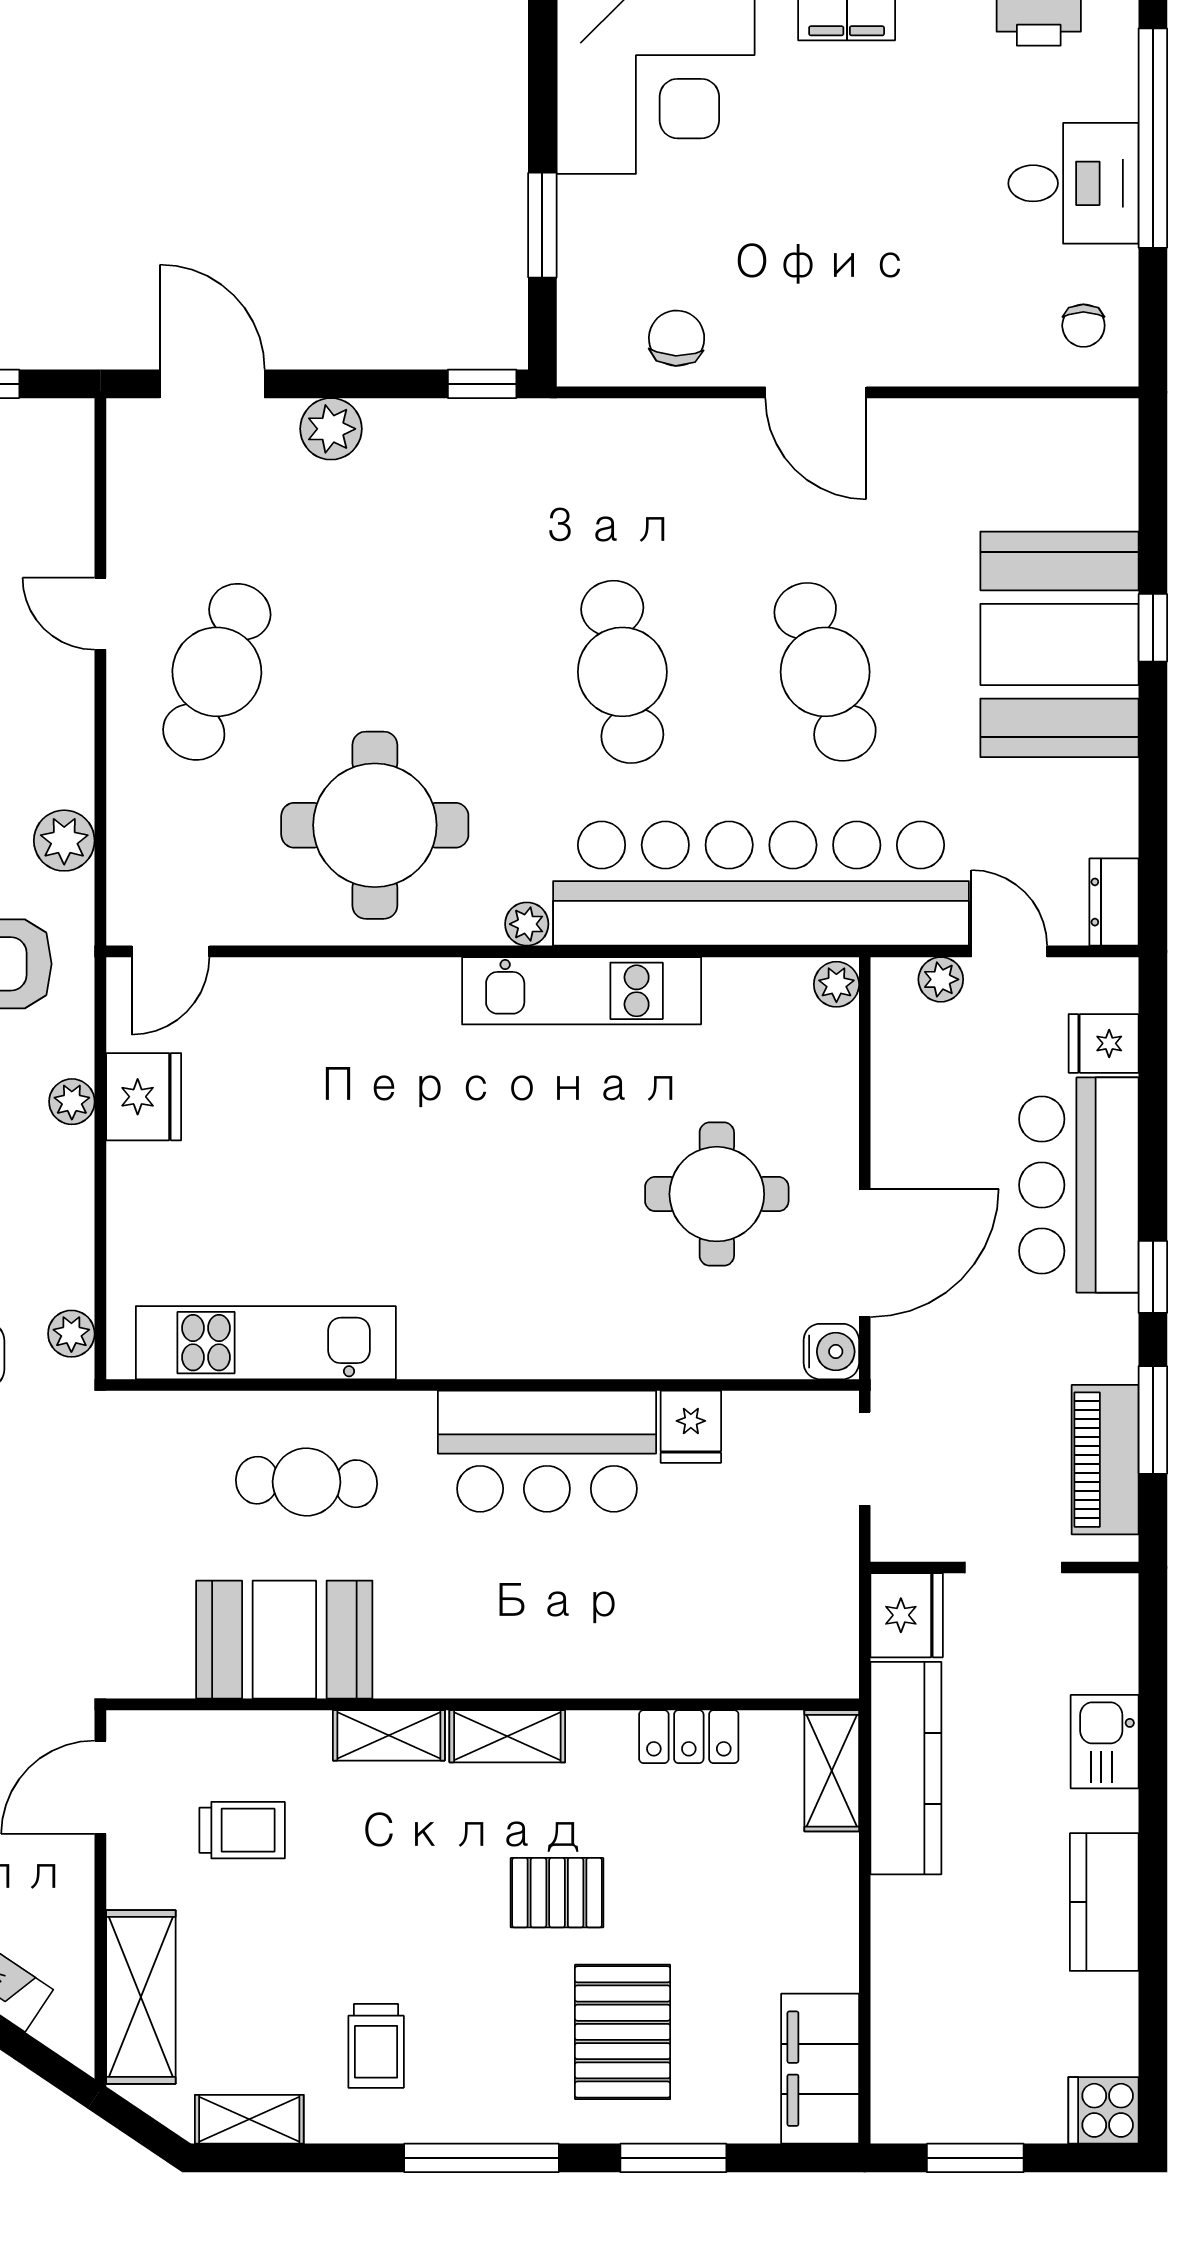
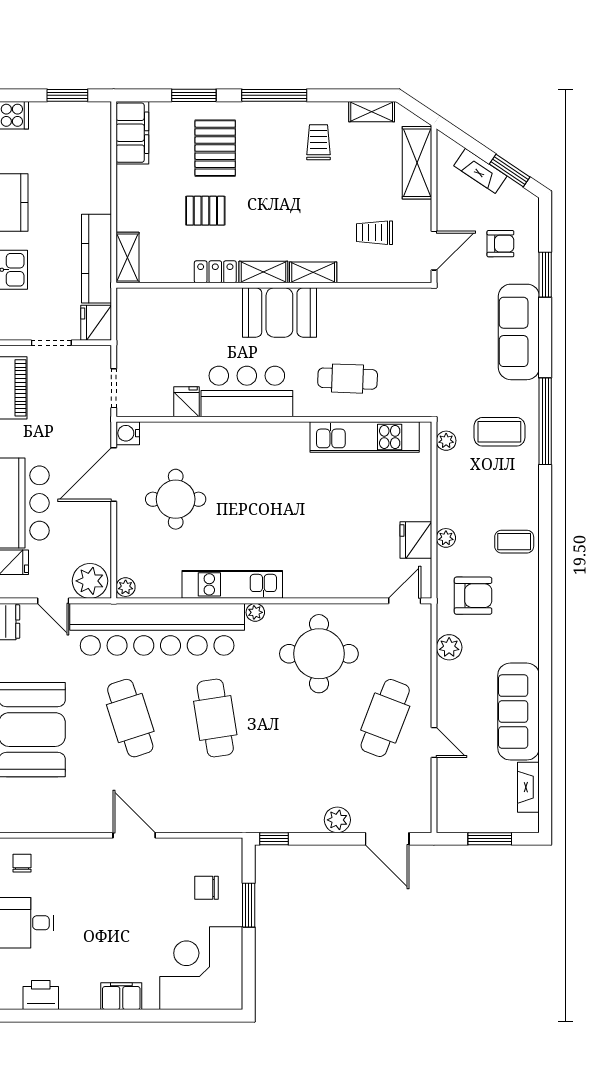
chair: (677, 338) -> (206, 888), moved, turned 88
plant: (941, 979) -> (90, 581), width x1.88, depth x1.88
booth: (284, 1640) -> (279, 312), moved
locker: (689, 1737) -> (215, 272), moved
pallet: (557, 1893) -> (205, 211), moved

